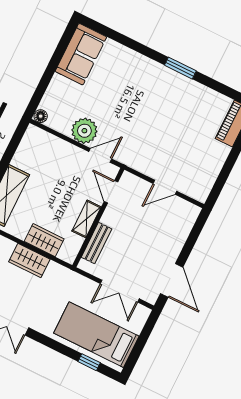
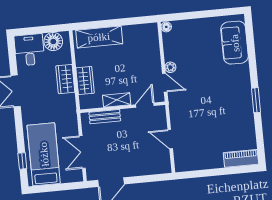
sofa: (81, 54) -> (235, 43), moved, turned 90
plant: (84, 131) -> (170, 67), width x0.53, depth x0.53

